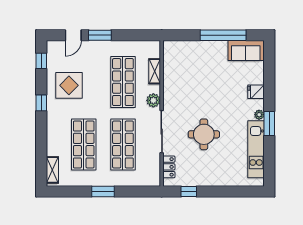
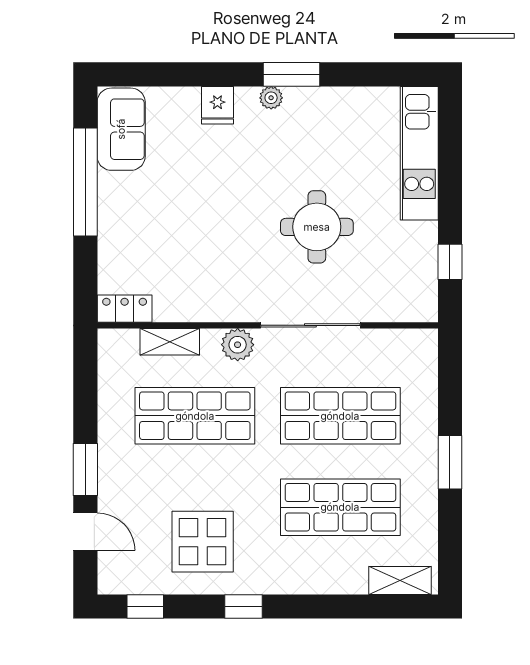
kitchen unit: (256, 149) -> (419, 153), moved, turned 90
locker: (169, 167) -> (125, 309), moved

